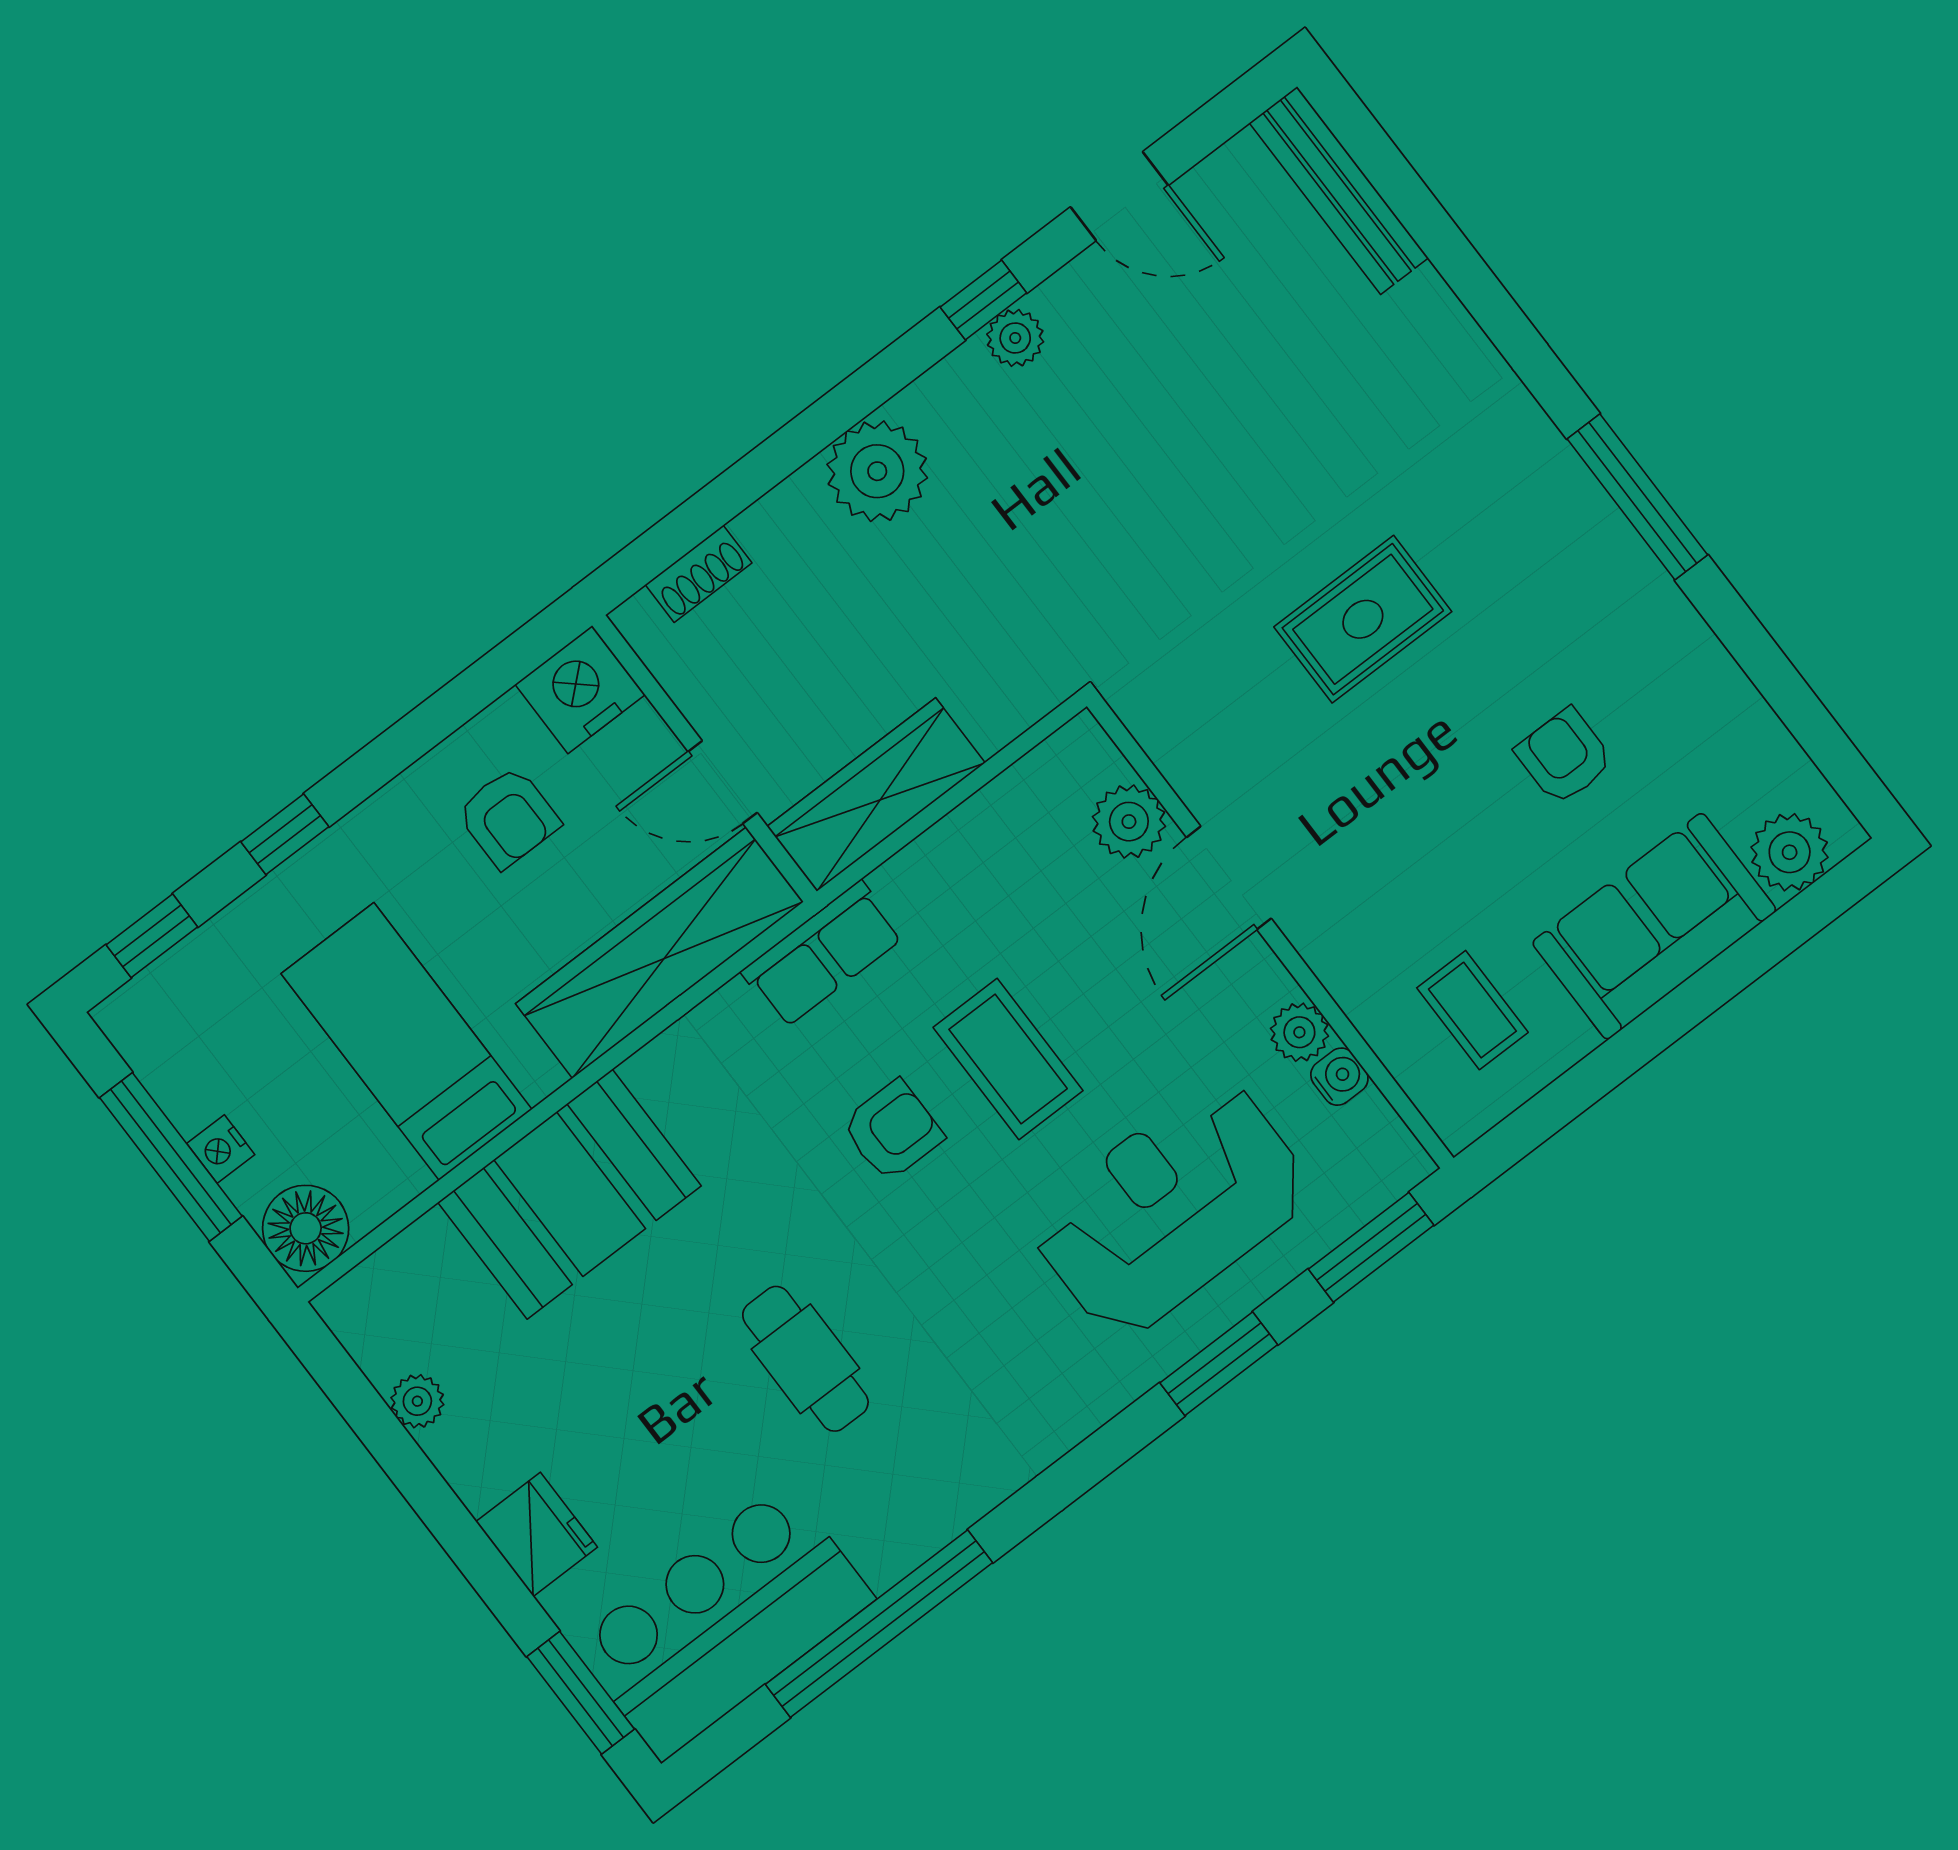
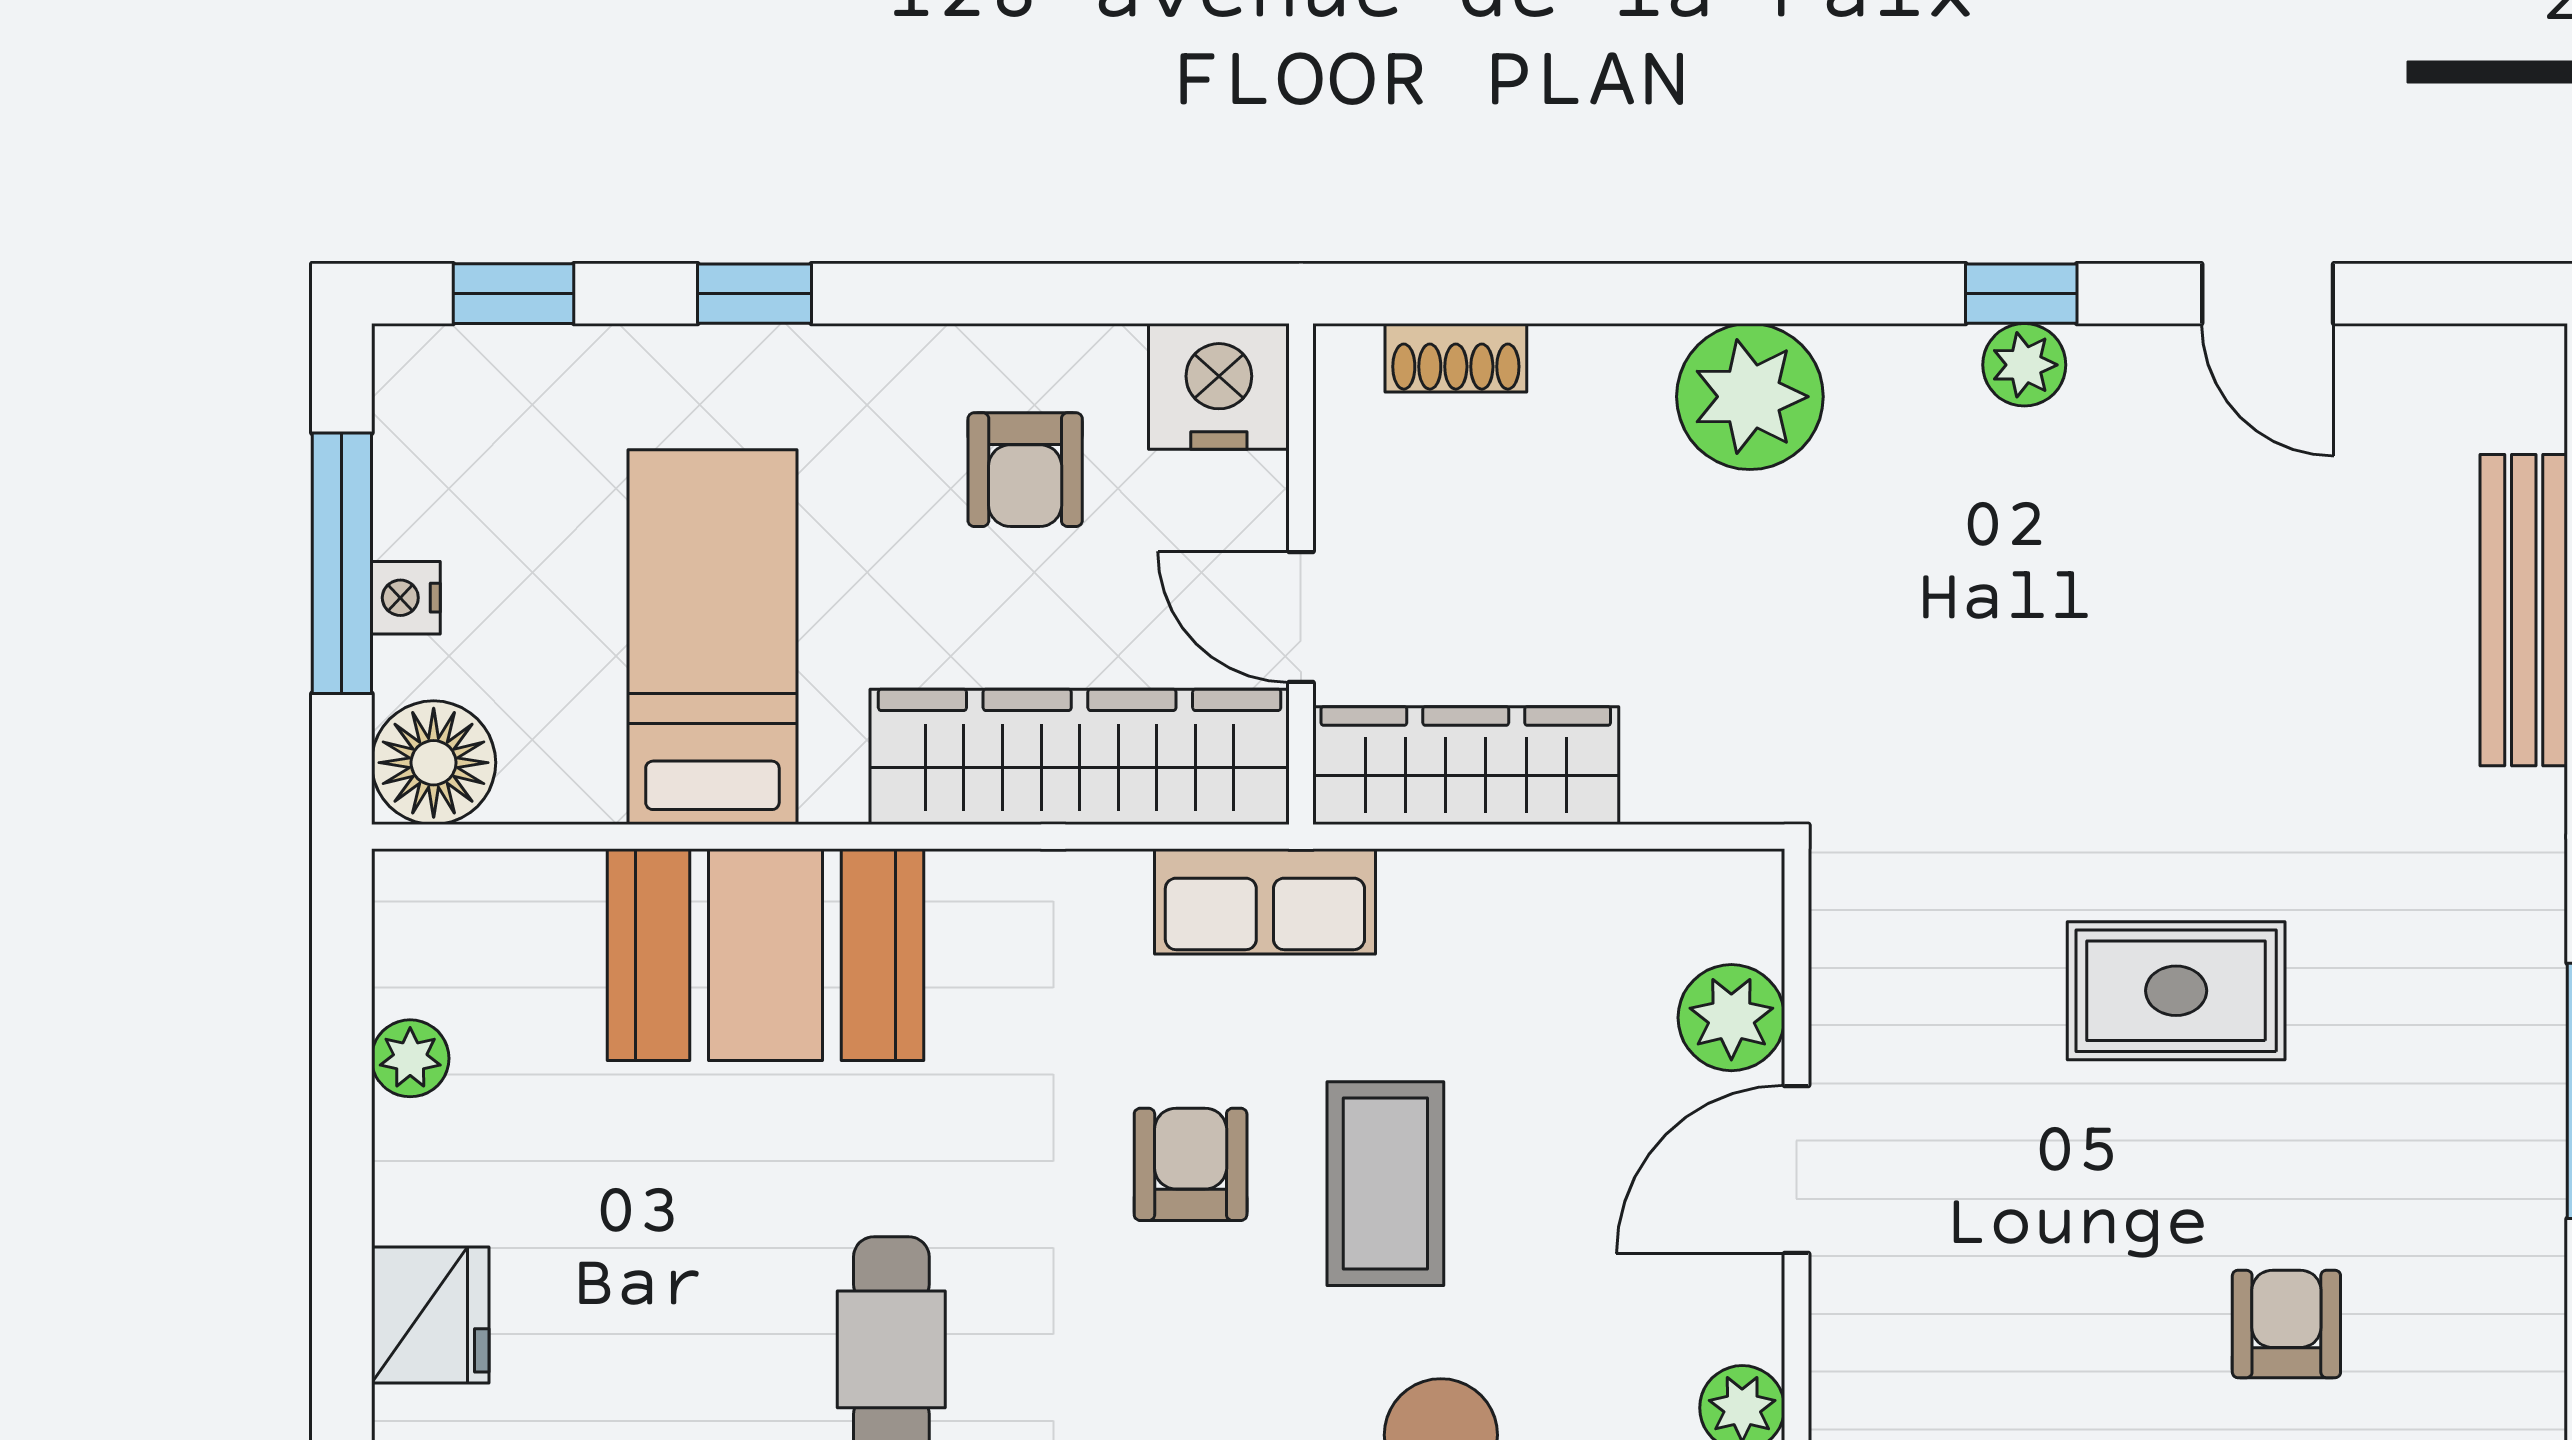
bench: (1339, 190) -> (2524, 610), moved
armchair: (893, 1131) -> (1191, 1164), turned -90

